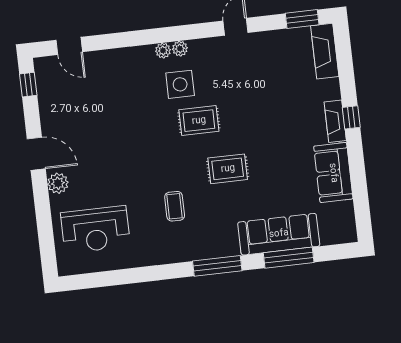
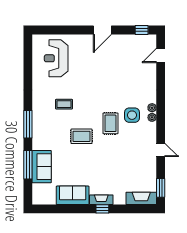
rug: (228, 169) -> (82, 136), turned 90
plant: (58, 183) -> (84, 40), removed
sofa: (279, 234) -> (42, 167), width x0.73

